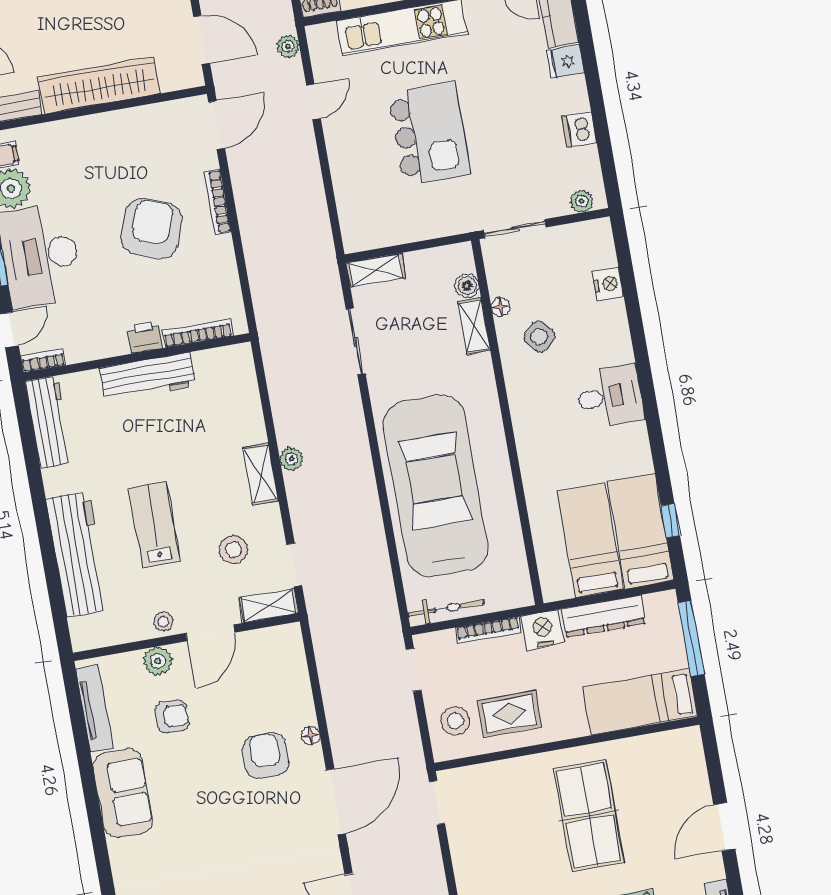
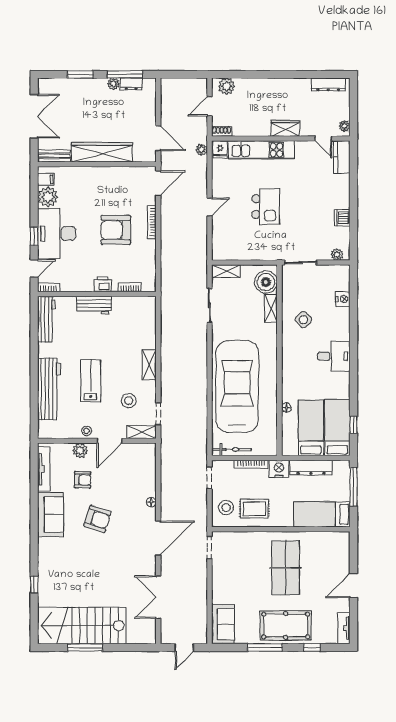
fridge: (565, 62) -> (220, 149), moved, turned -90
door: (313, 102) -> (210, 207), moved
kitchen island: (429, 134) -> (266, 207), width x0.73, depth x0.78
armchair: (151, 229) -> (116, 230), turned -110
boiler: (467, 286) -> (266, 282), width x1.86, depth x1.86
floor lamp: (501, 307) -> (286, 408), moved
bookcase: (198, 333) -> (130, 287), width x0.64
workbench: (148, 377) -> (94, 305), width x0.73
plant: (292, 459) -> (166, 360), removed
armchair: (266, 756) -> (97, 519), moved, turned 108

